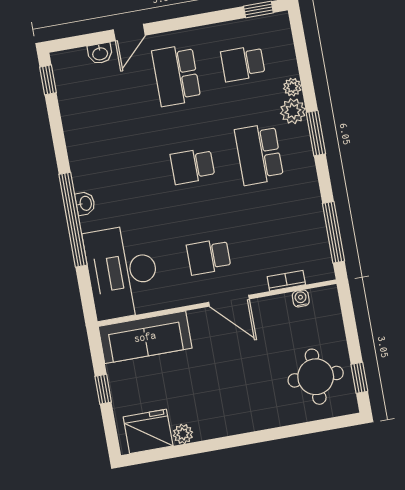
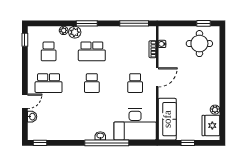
door: (129, 32) -> (25, 101), hinge flipped

